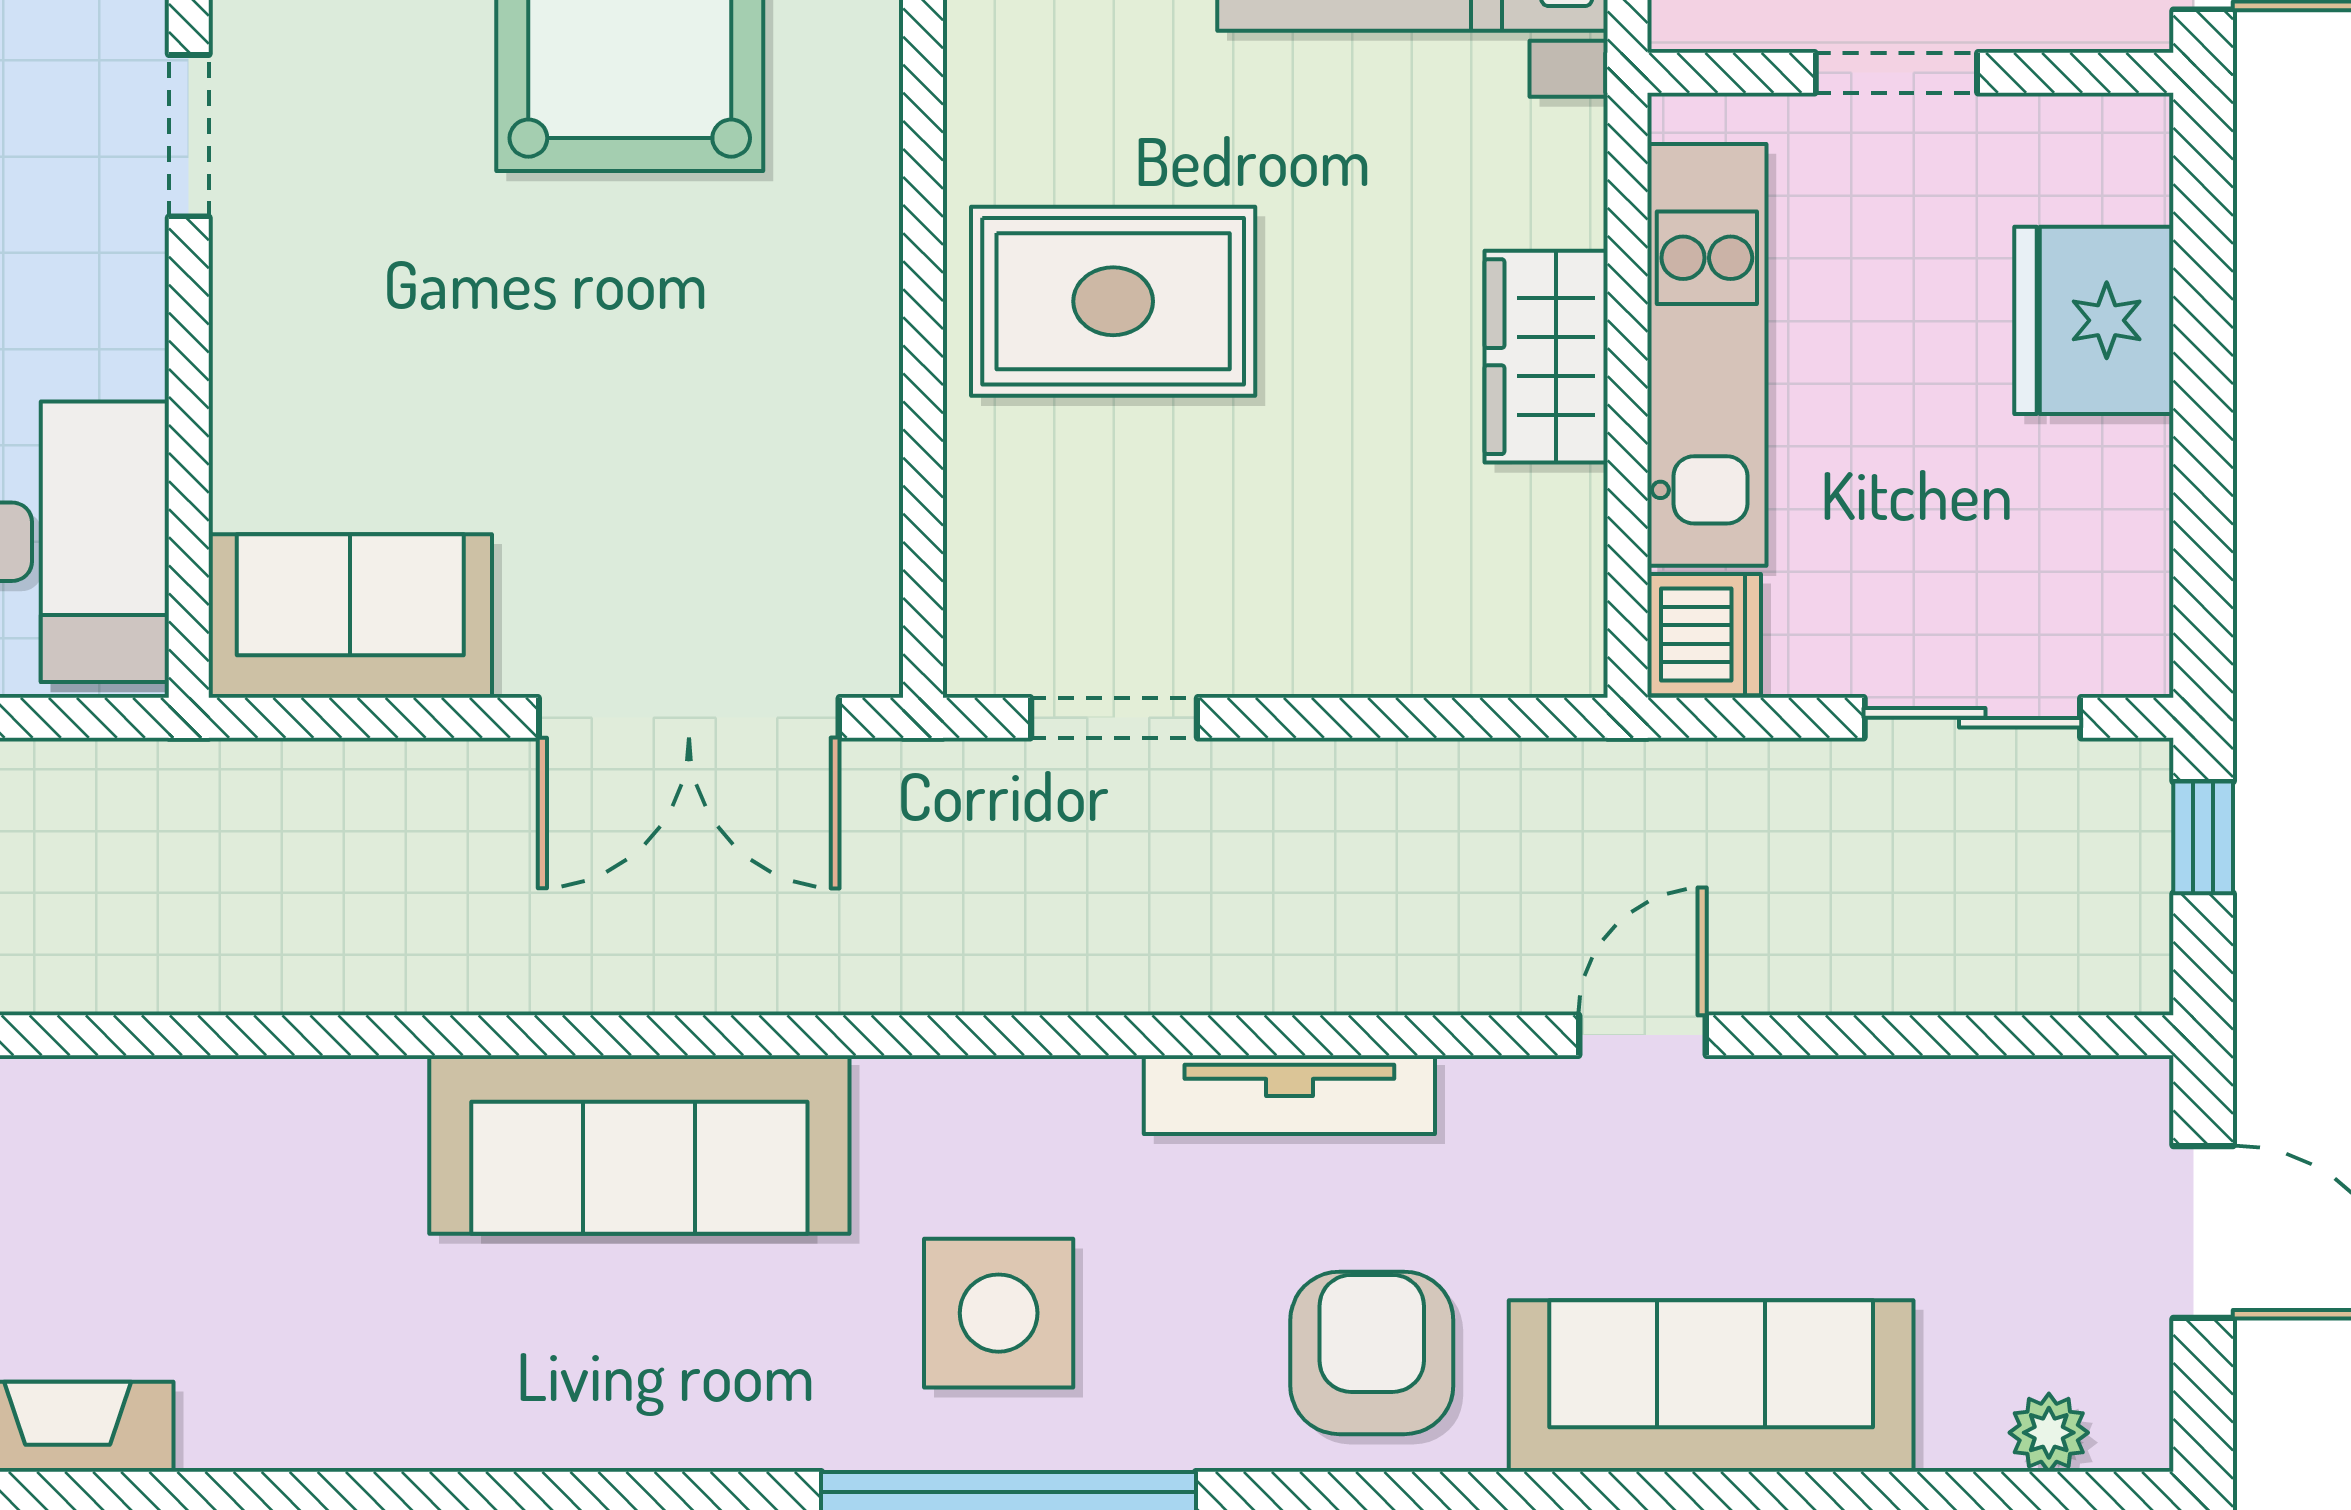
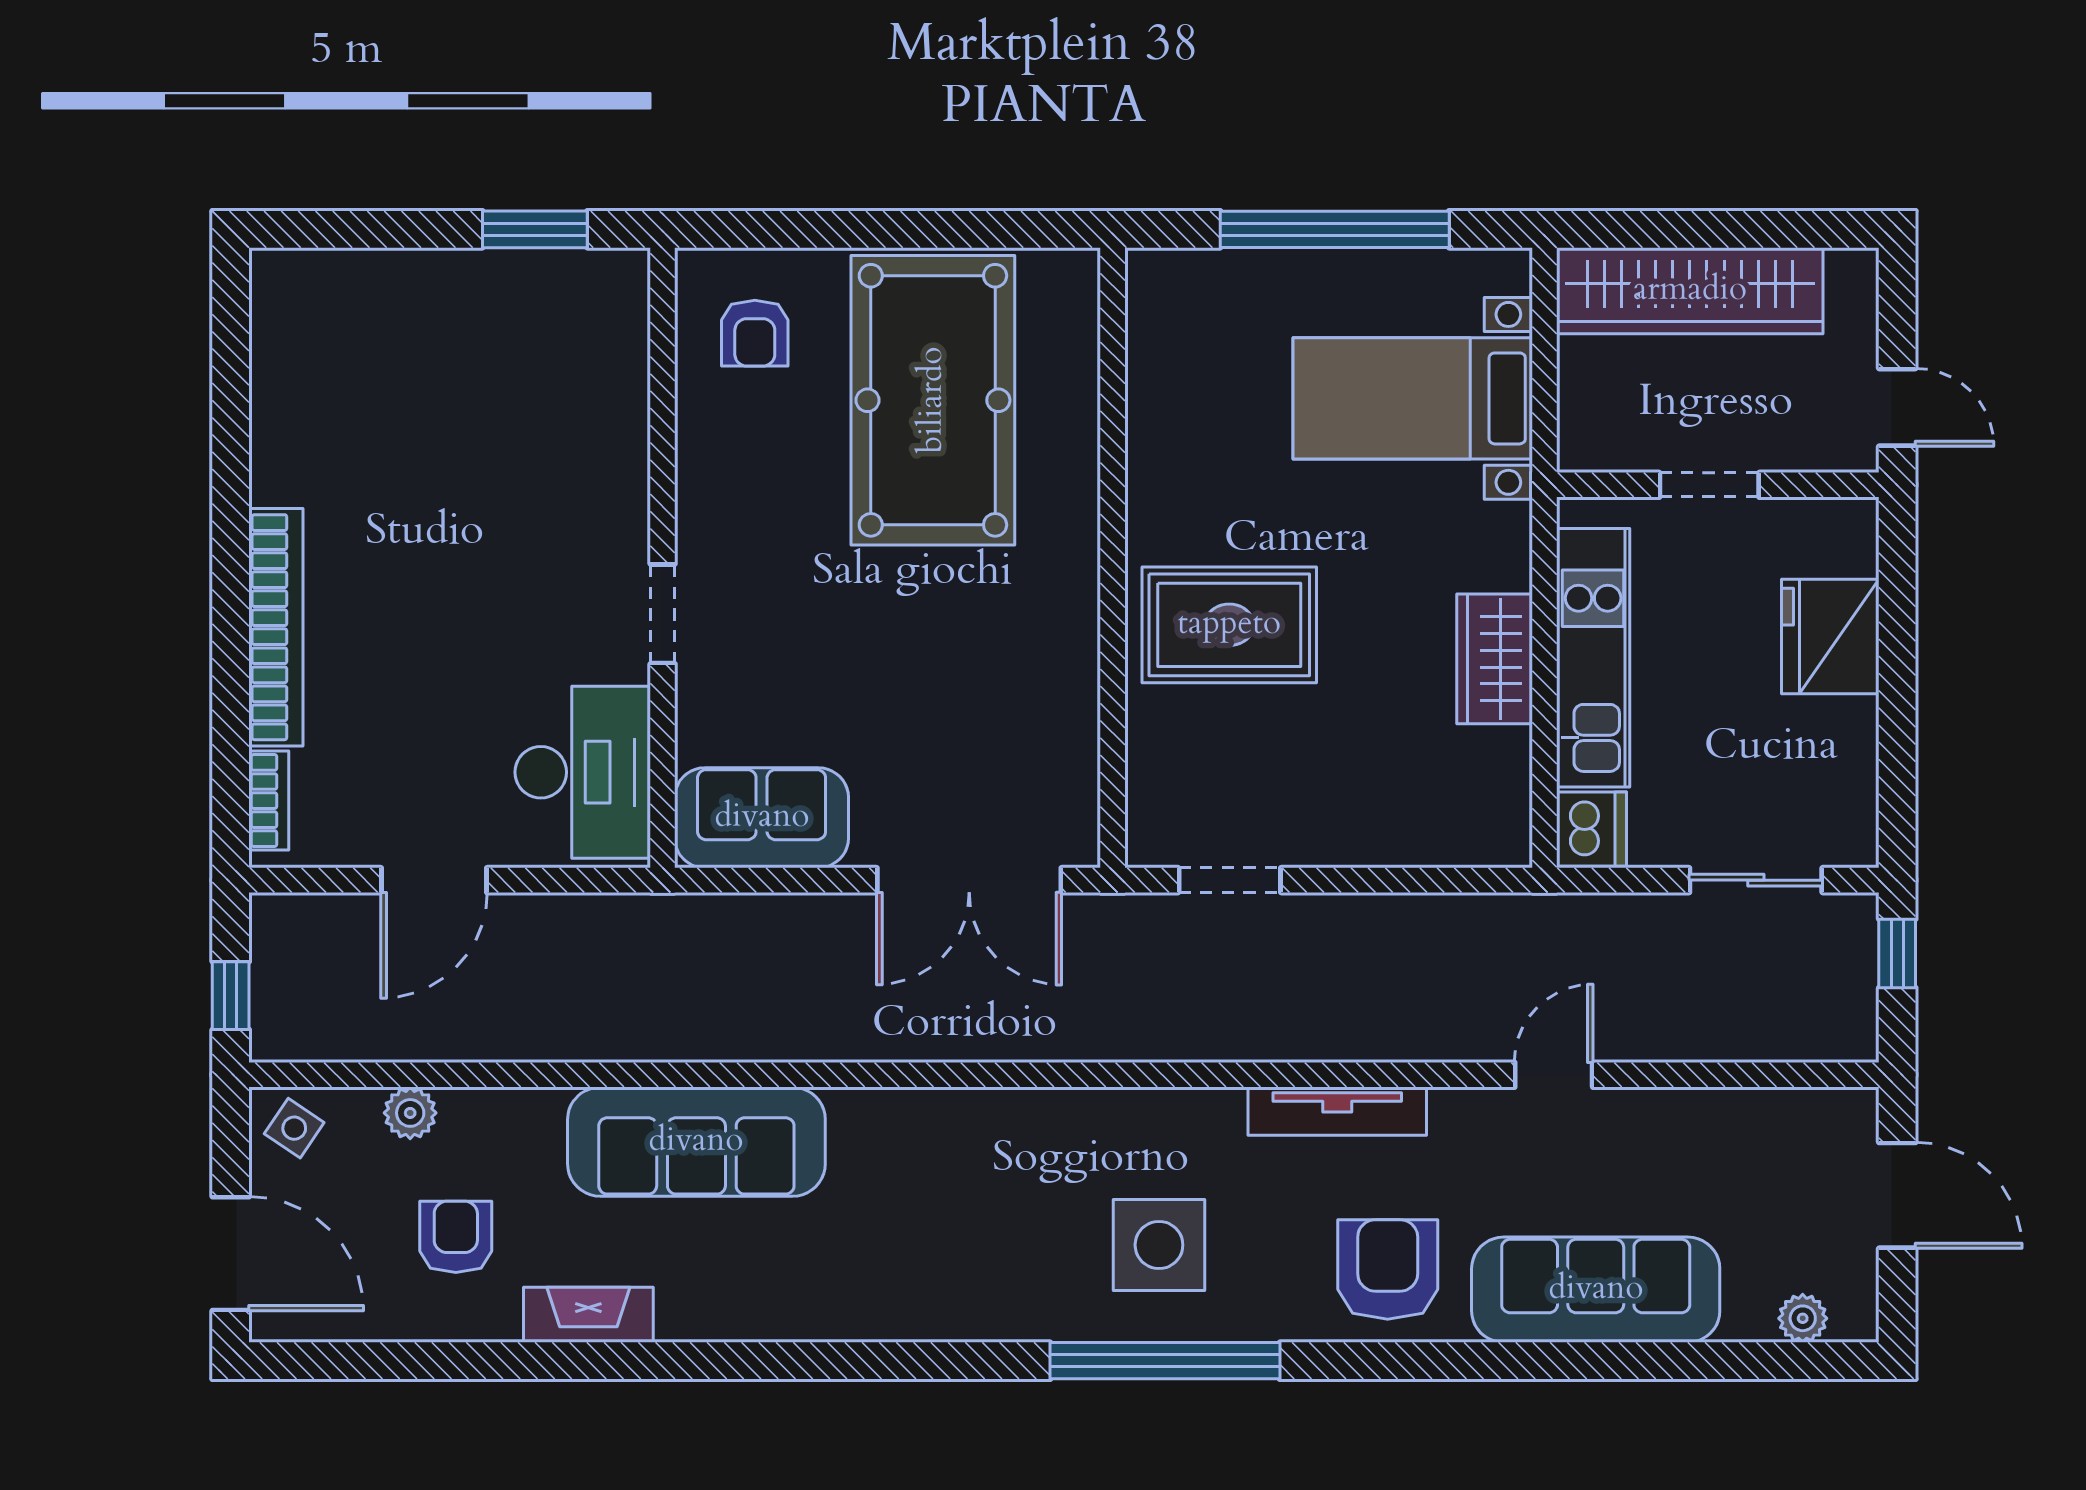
doorway: (189, 136) -> (663, 614), moved
sofa: (639, 1144) -> (696, 1142), moved

